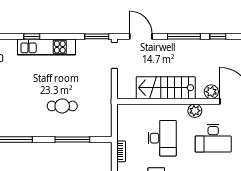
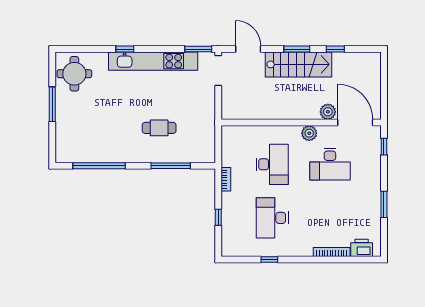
window: (184, 36) -> (297, 49), width x0.69
kitchen unit: (46, 47) -> (153, 61), width x1.36
stairs: (166, 88) -> (298, 64), moved, turned 180

